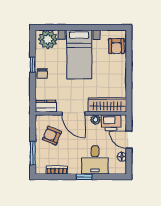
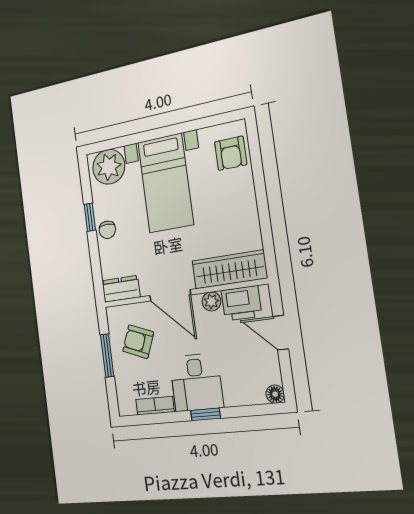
window: (33, 153) -> (107, 355), moved
floor lamp: (122, 157) -> (275, 394), moved
desk: (95, 160) -> (196, 382), moved

